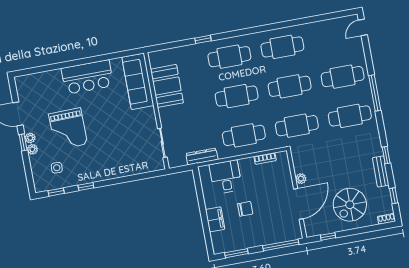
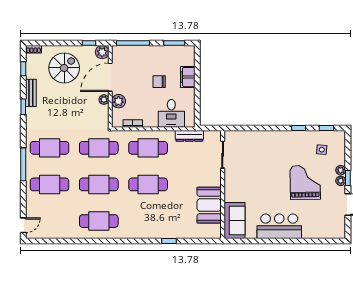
cafe table: (229, 57) -> (148, 221), removed
sofa: (138, 81) -> (234, 221), width x0.73
plant: (285, 180) -> (119, 101), added
plant: (312, 229) -> (102, 52), added

